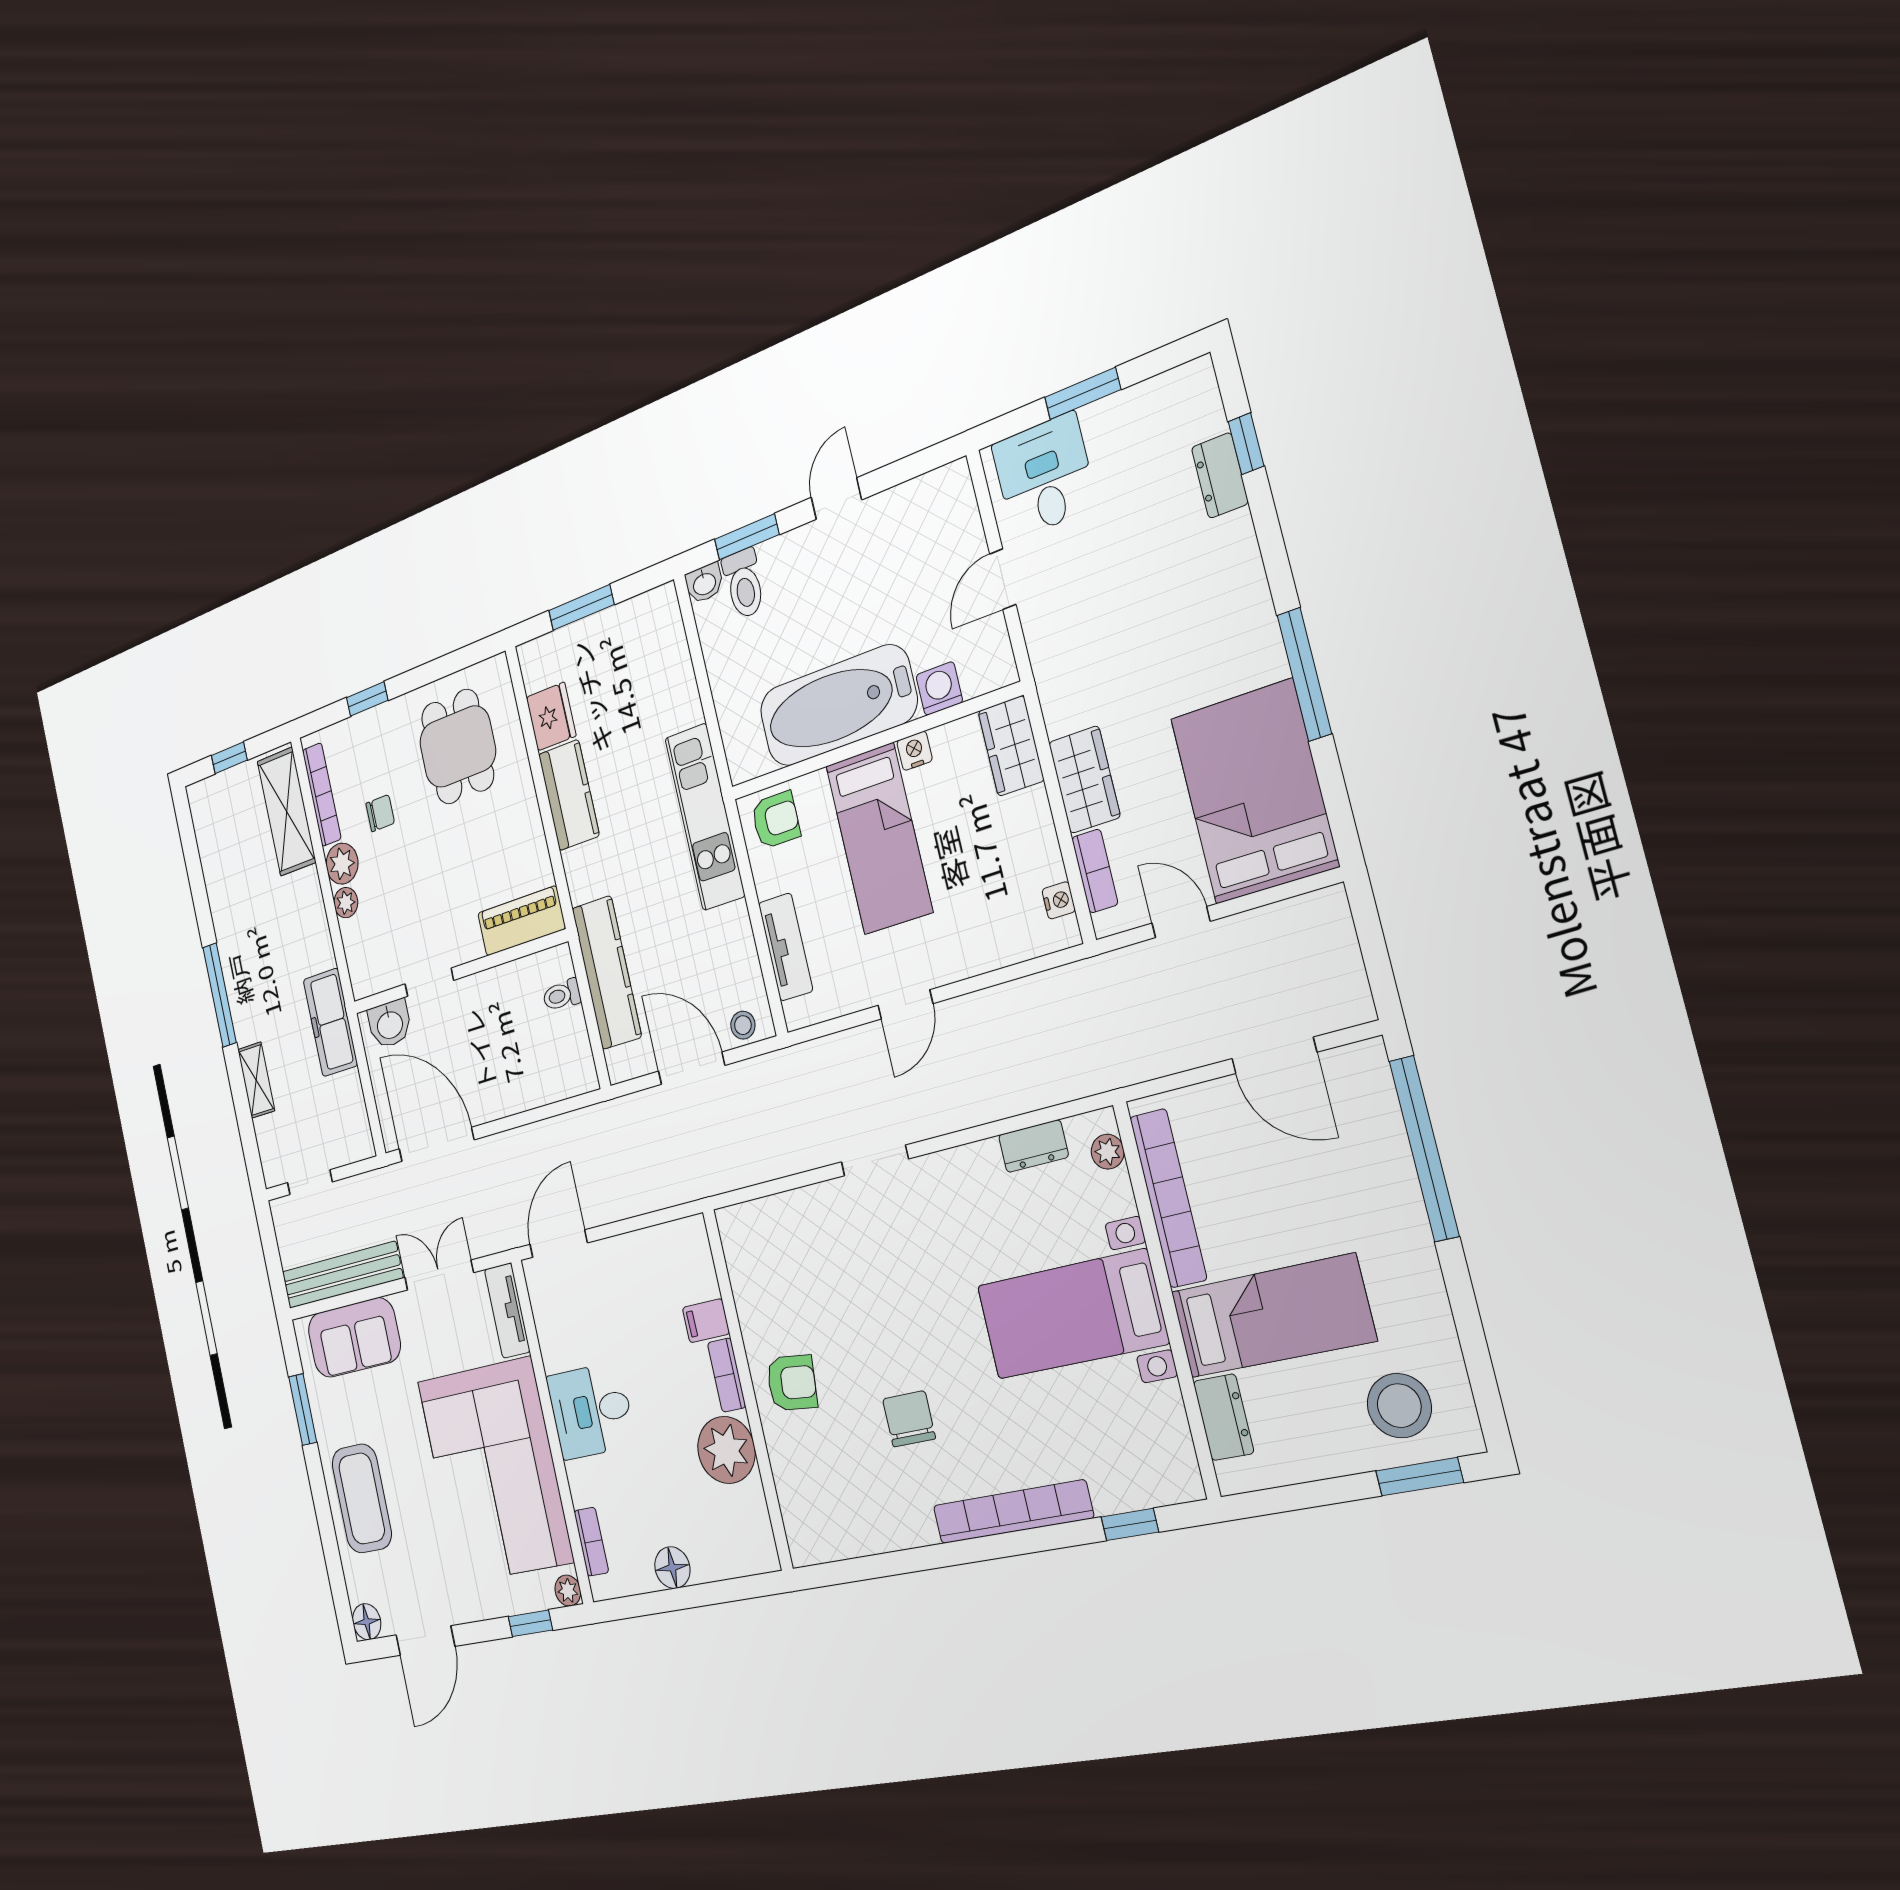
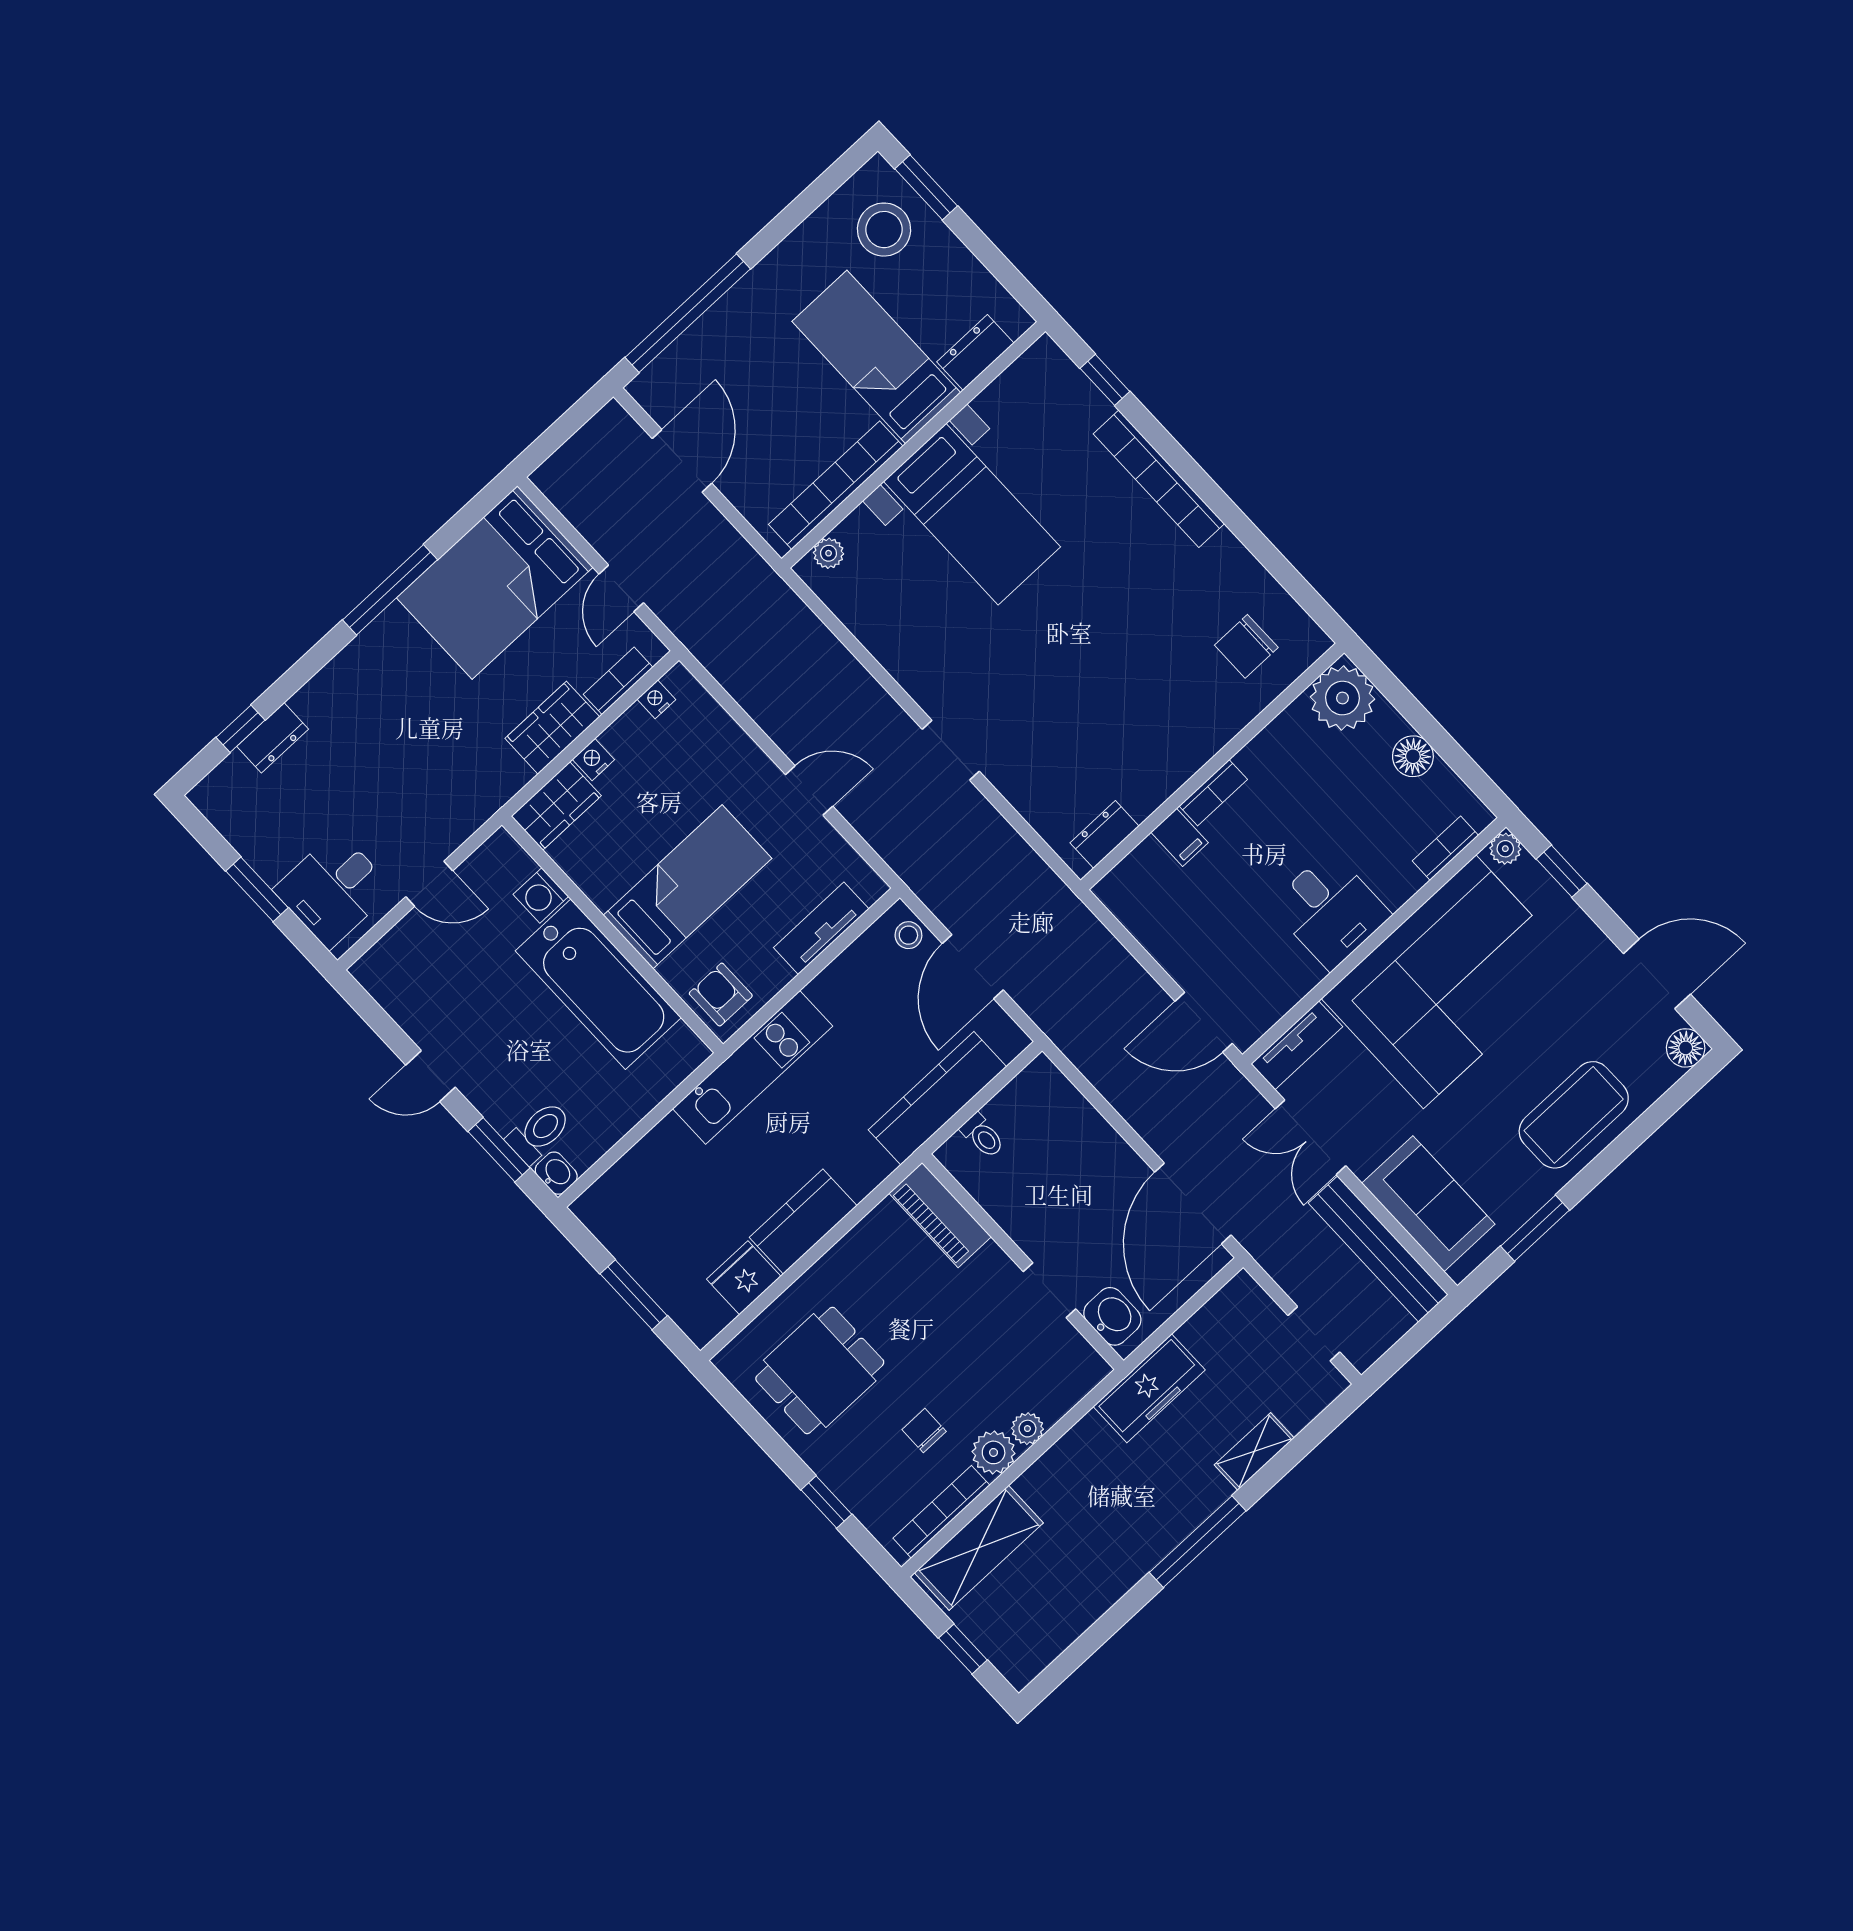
nightstand: (915, 751) -> (593, 760), moved, turned 90
dresser: (1033, 1146) -> (1104, 834), moved, turned -90
armchair: (792, 1383) -> (1181, 728), removed
chair: (909, 1419) -> (1246, 646), moved
plant: (726, 1450) -> (1342, 698), moved

